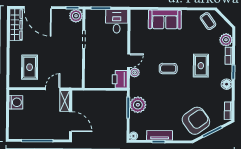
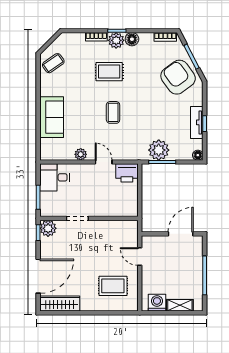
plant: (226, 40) -> (116, 40), moved
plant: (135, 72) -> (81, 154), moved
shelving: (65, 101) -> (180, 305), moved

